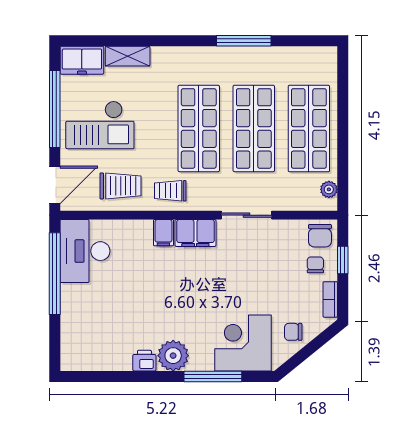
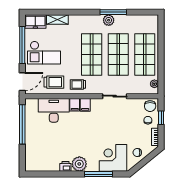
plant: (234, 58) -> (109, 20), added
filing cabinet: (195, 233) -> (85, 105), width x0.50
desk: (85, 251) -> (54, 110), moved, turned 90

